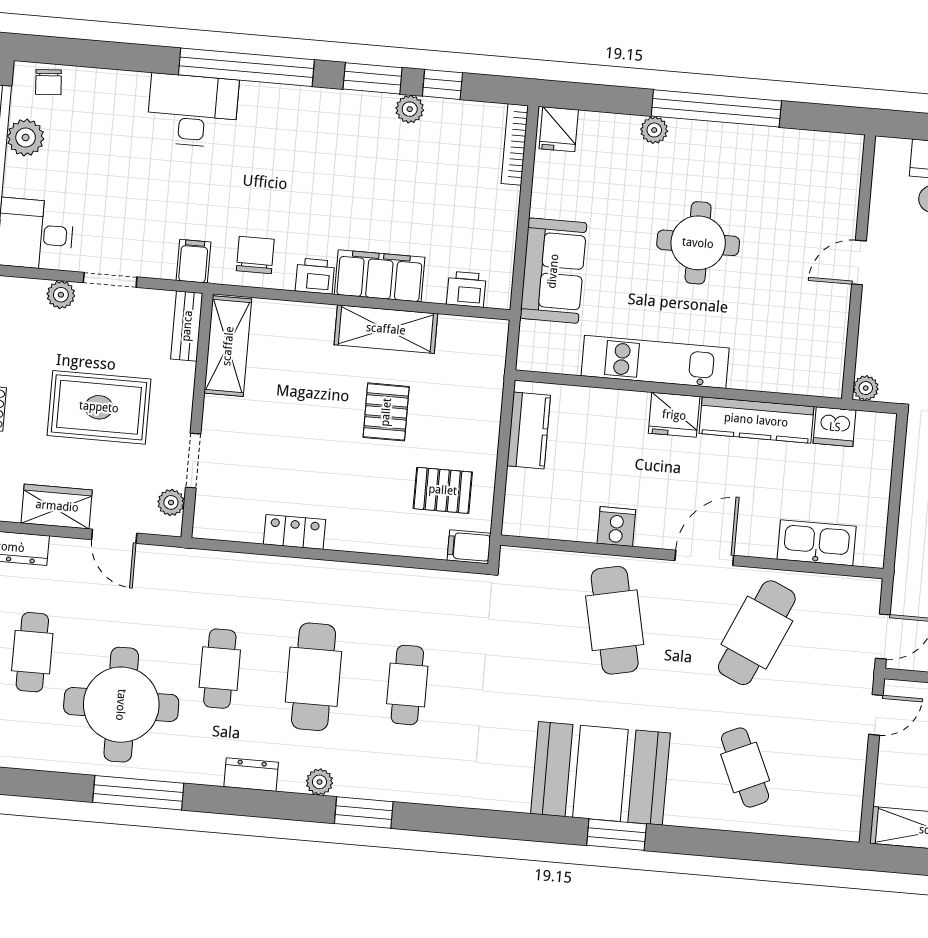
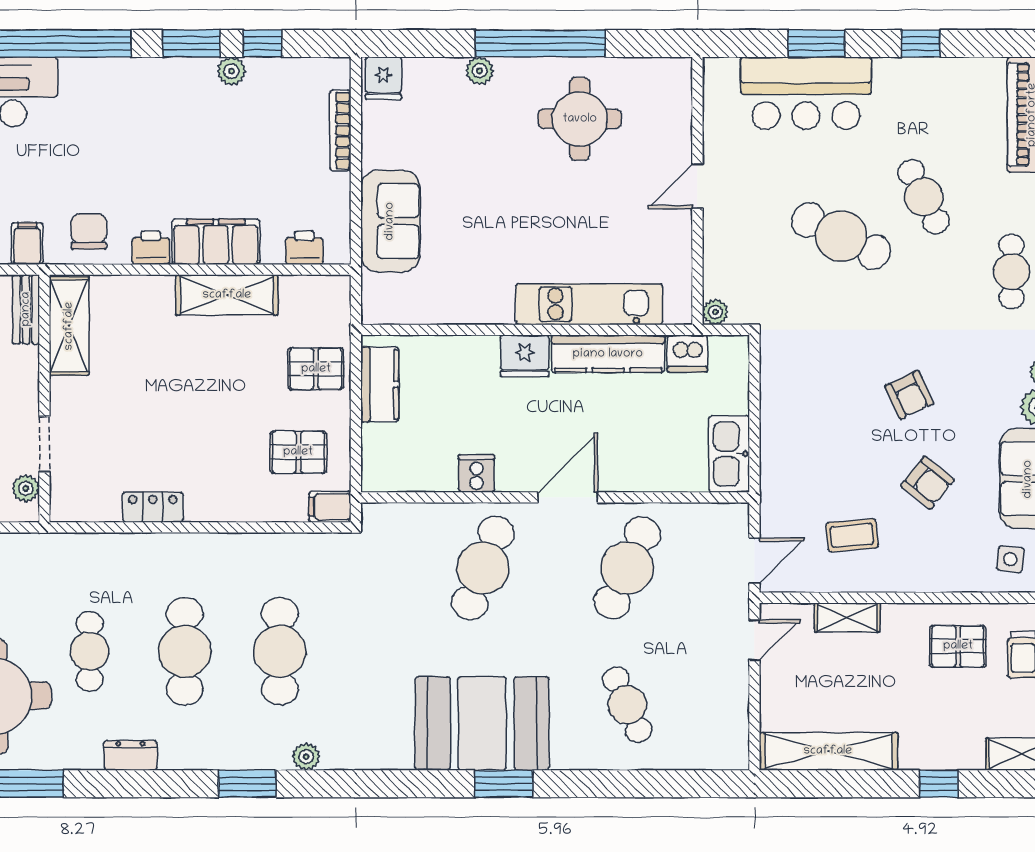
bookcase: (515, 144) -> (340, 130), moved
round table: (698, 243) -> (580, 119), moved
kitchen unit: (655, 362) -> (589, 304), moved
pallet: (386, 412) -> (316, 369), moved, turned 90
kitchen sink: (817, 543) -> (729, 454), moved, turned -90
cafe table: (615, 620) -> (483, 568), turned 33
cafe table: (407, 685) -> (280, 651), width x1.37, depth x1.35
plant: (320, 782) -> (306, 757), moved

